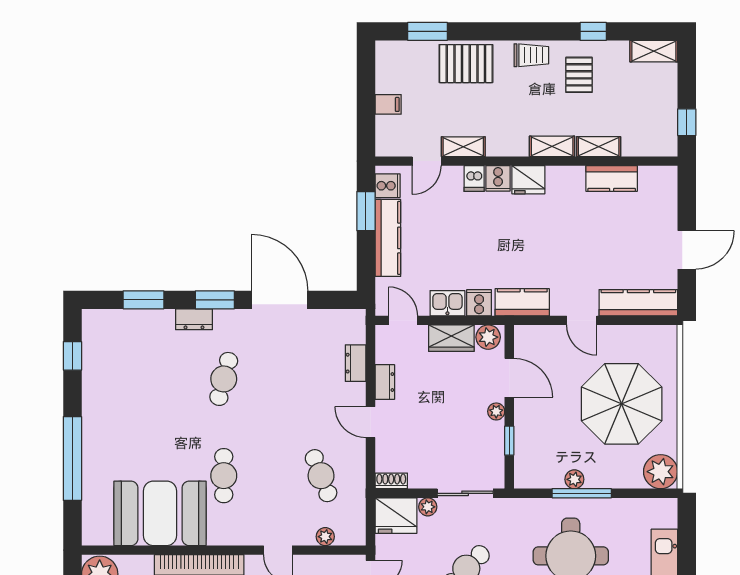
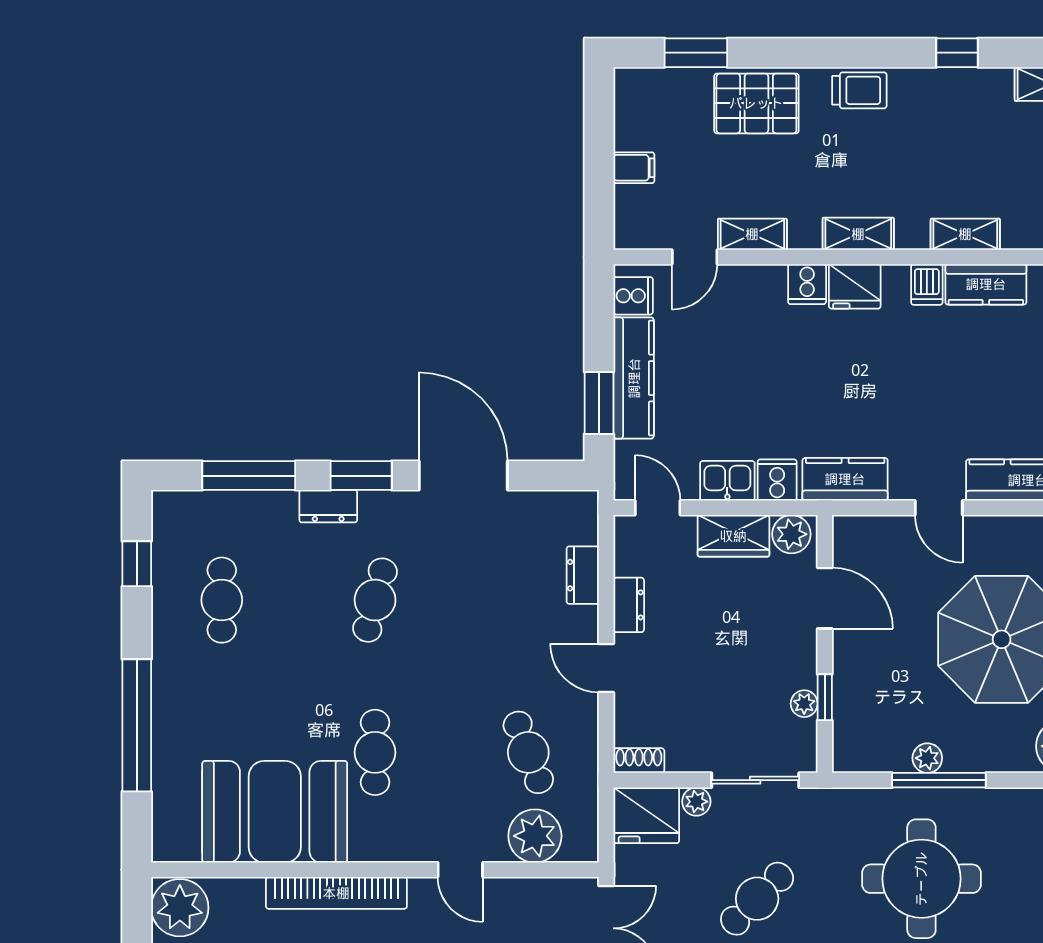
pallet: (579, 75) -> (934, 121), removed
shelving: (552, 146) -> (858, 234), moved
dishwasher: (474, 179) -> (927, 284), moved
window: (366, 211) -> (599, 403), moved
window: (144, 300) -> (249, 476), width x1.44
cafe table: (126, 379) -> (222, 600), added
plant: (496, 411) -> (804, 704), moved
plant: (325, 537) -> (535, 836), width x1.87, depth x1.87

